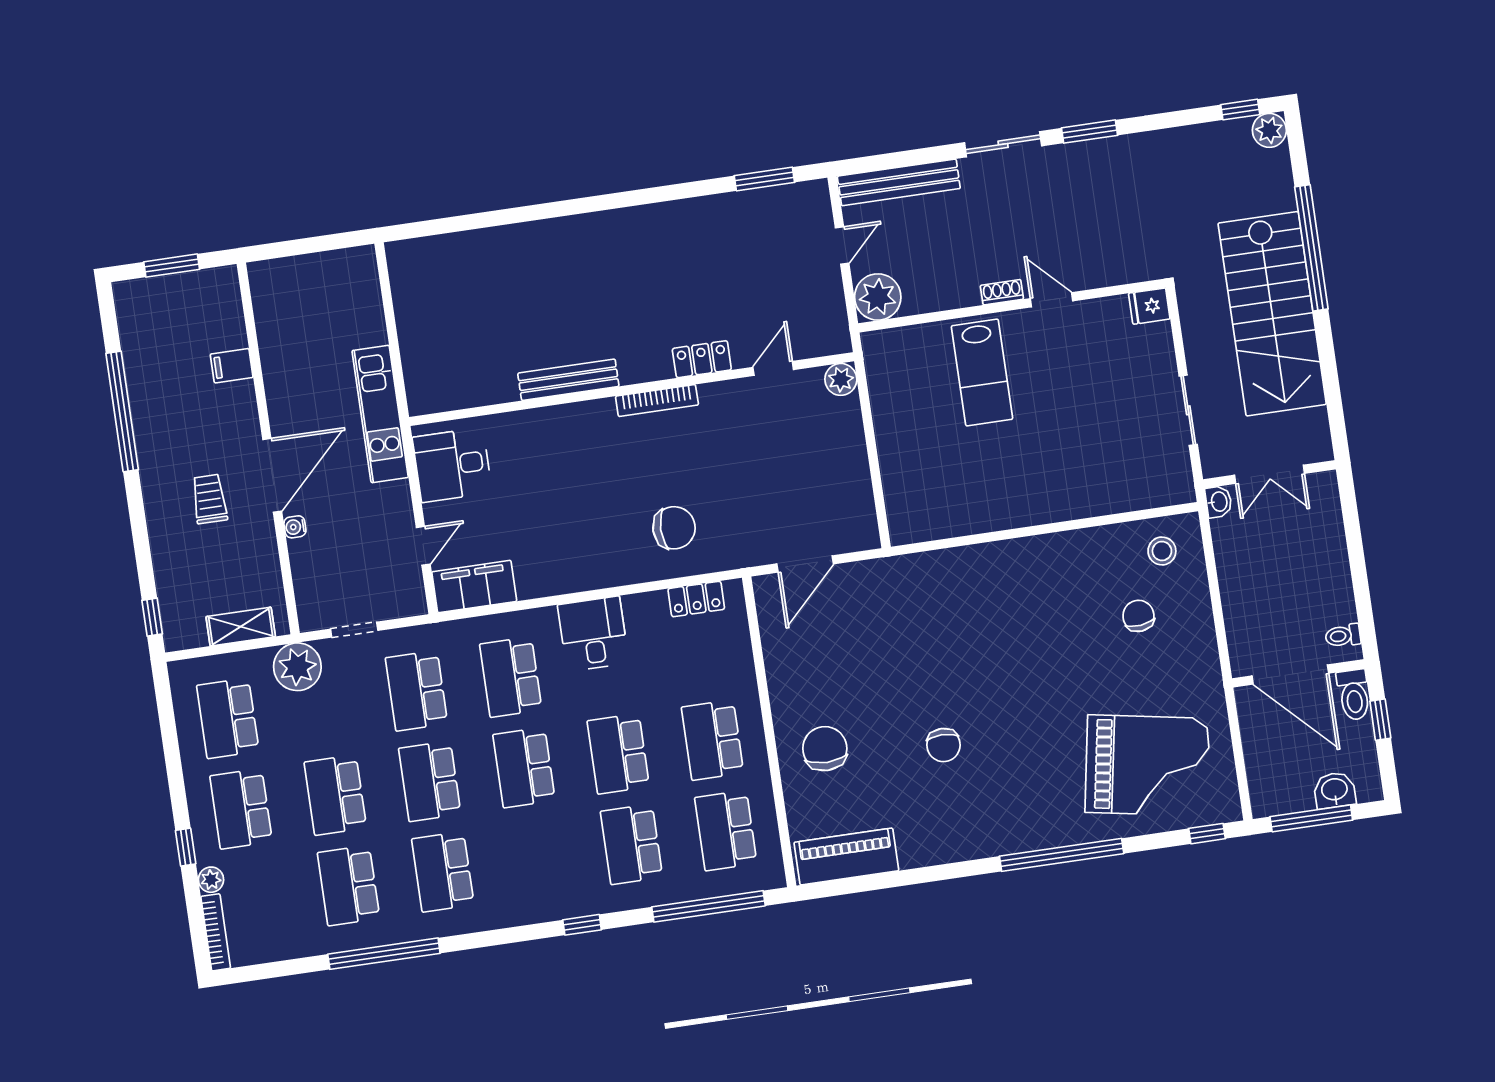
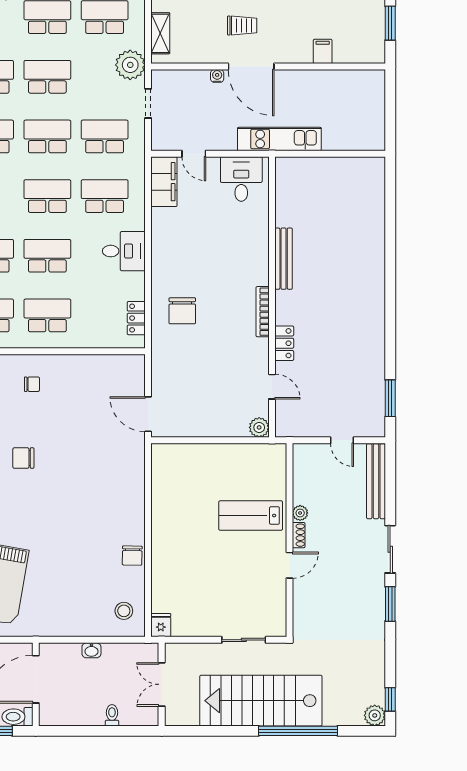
plant: (878, 297) -> (300, 513), moved, width x0.53, depth x0.53
fridge: (1149, 306) -> (161, 625), moved
sliding door: (1188, 410) -> (244, 640), moved
washbasin: (1219, 502) -> (91, 650), moved
door: (805, 564) -> (148, 414), moved
chair: (1138, 616) -> (132, 556), moved, turned 97
toilet: (1343, 636) -> (112, 715), moved
chair: (825, 749) -> (32, 384), width x0.54, depth x0.54

